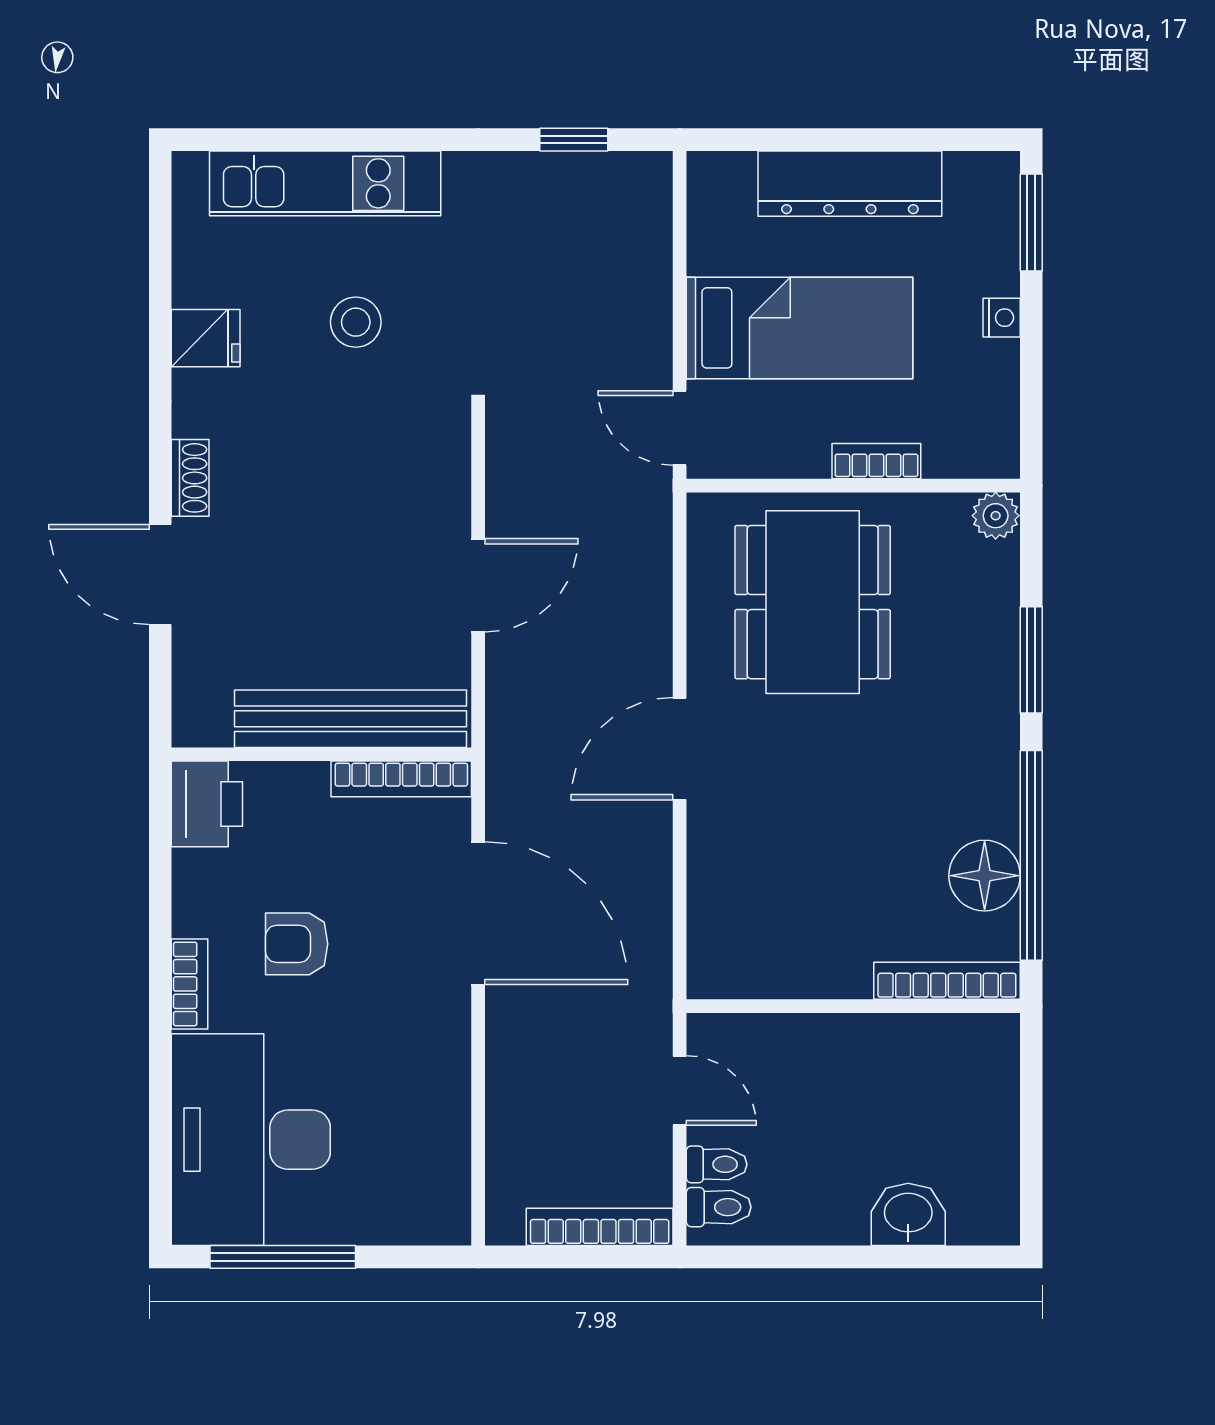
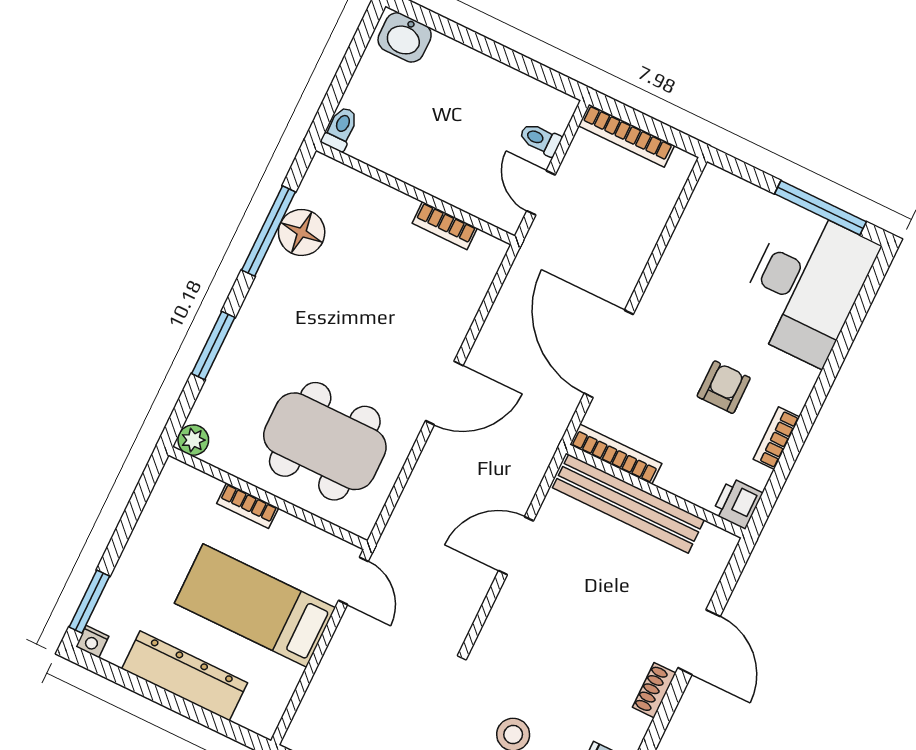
nightstand: (1002, 318) -> (92, 642), moved, turned -90
dining table: (813, 602) -> (325, 441), turned 90
printer: (207, 804) -> (737, 503), width x0.73, depth x0.81
window: (1031, 855) -> (269, 231), width x0.68
armchair: (297, 944) -> (724, 387), turned -90
bookcase: (947, 981) -> (445, 226), moved, width x0.64
bookcase: (189, 984) -> (777, 438), moved
toilet: (719, 1207) -> (340, 129), moved, turned 90
washbasin: (908, 1214) -> (405, 37), moved

